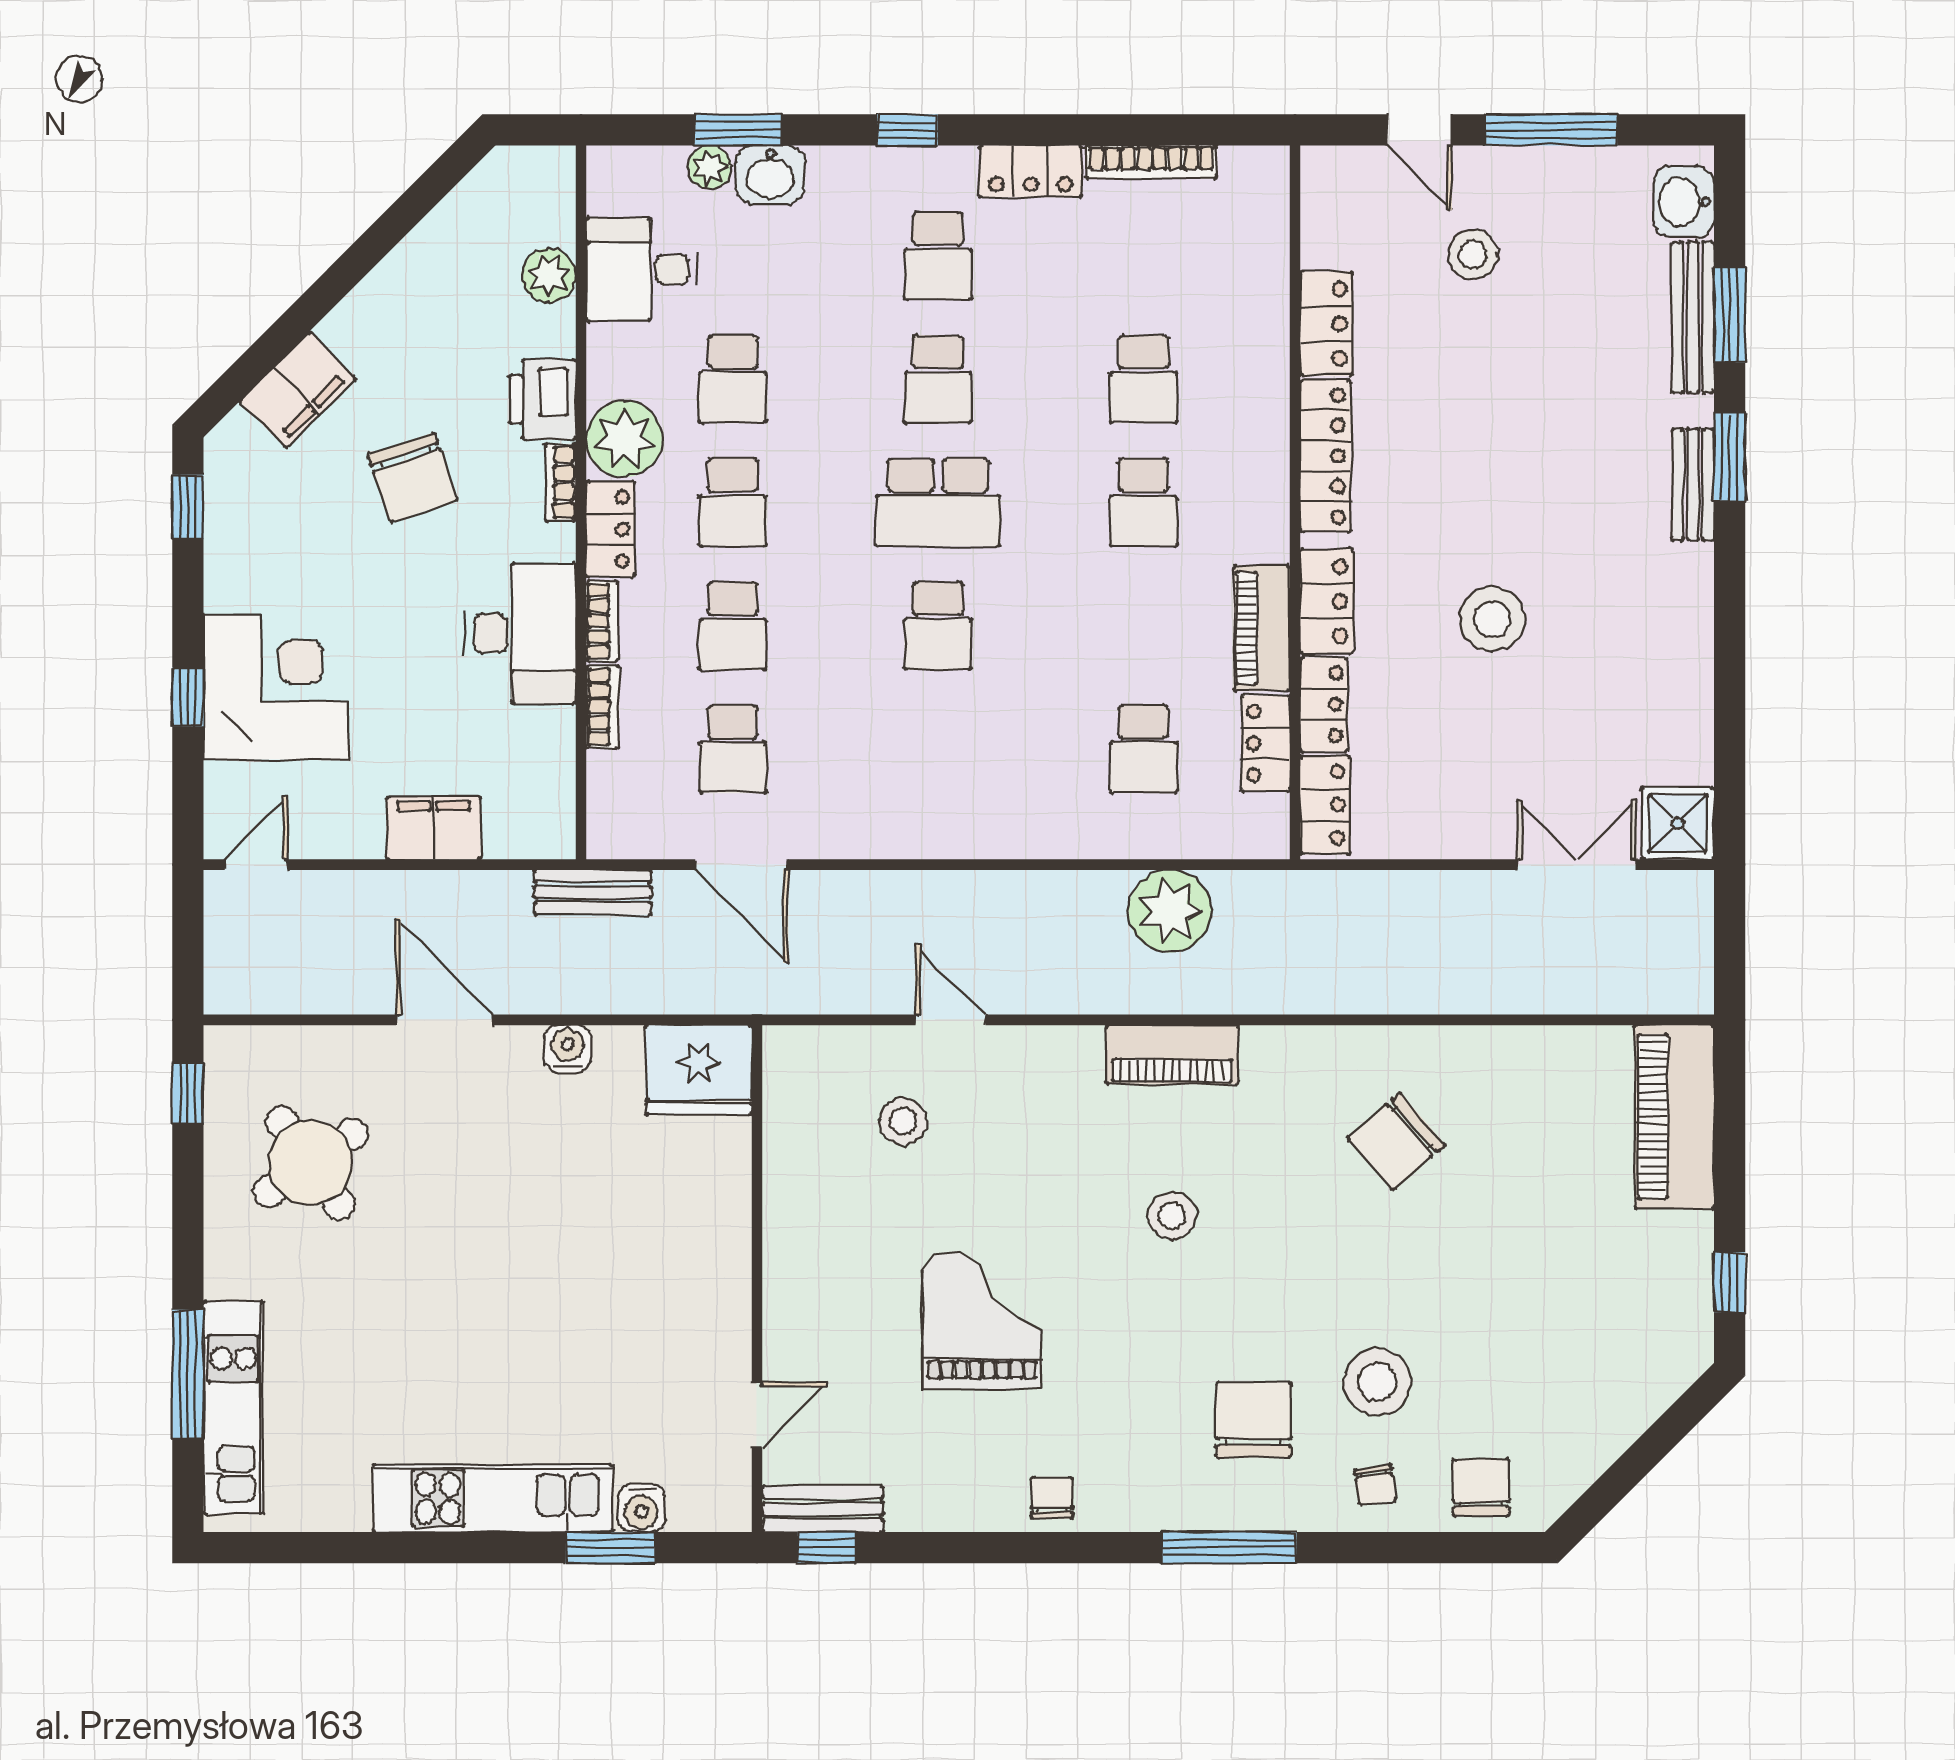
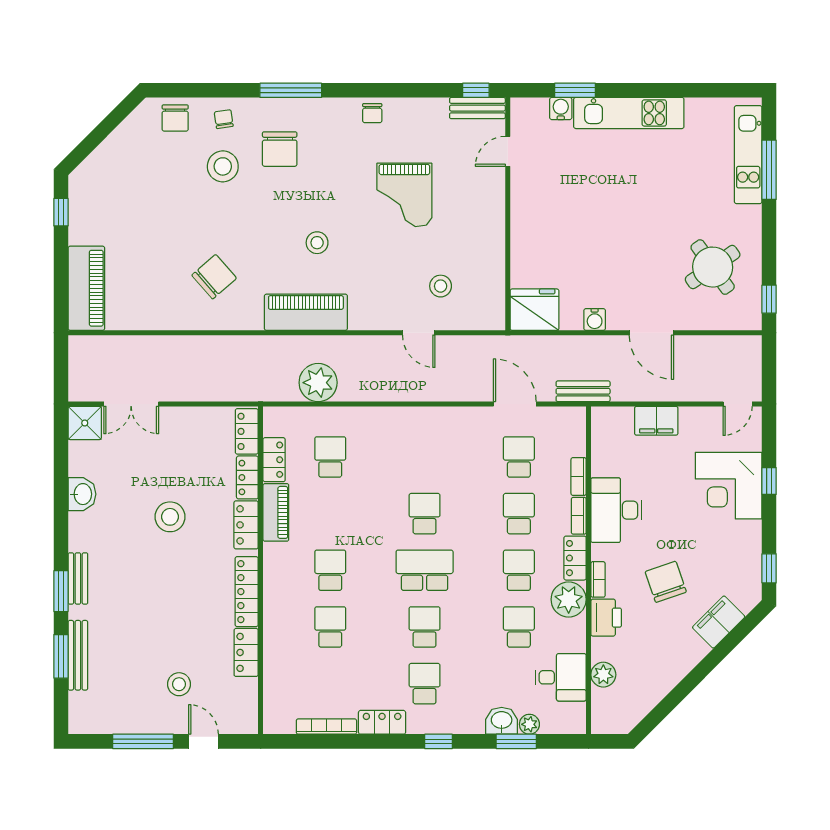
washbasin: (1684, 202) -> (82, 494), moved
piano: (1172, 1055) -> (306, 312), width x1.37, depth x1.33

